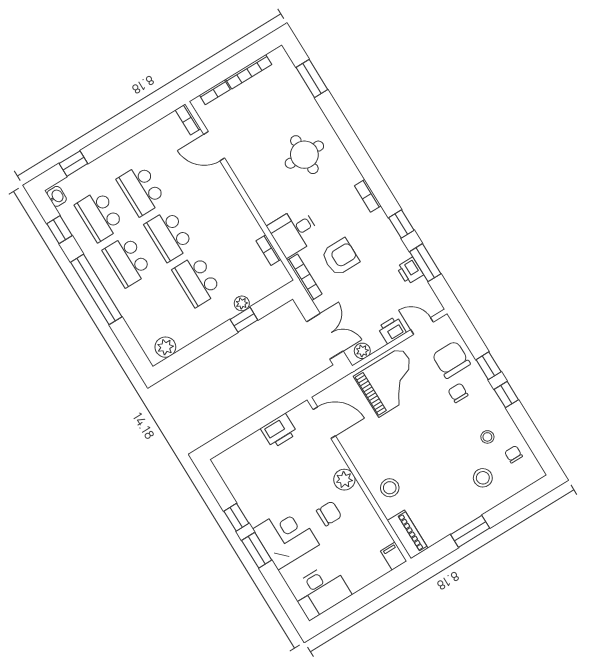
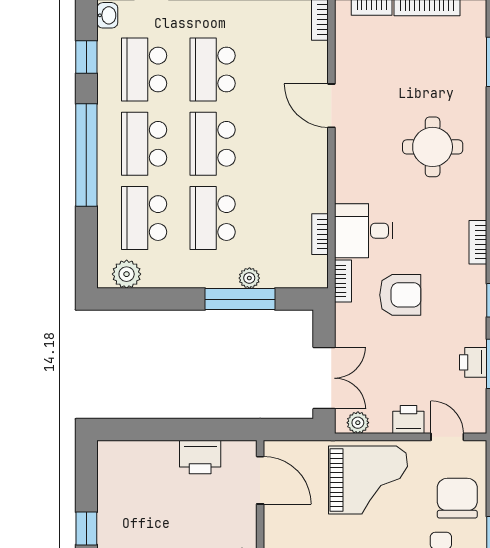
door: (214, 146) -> (331, 106), moved
bookcase: (305, 277) -> (343, 281), width x0.64
school desk: (155, 306) -> (144, 218), added
window: (244, 320) -> (240, 299), width x2.17

